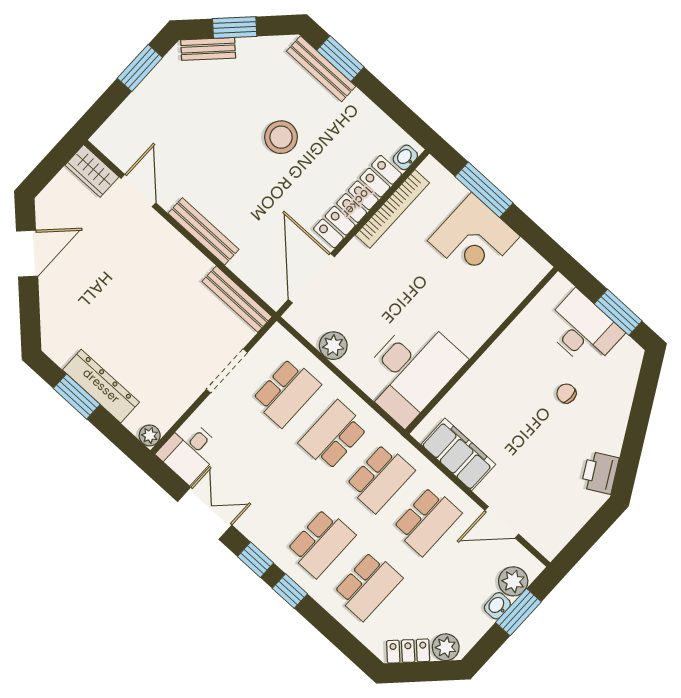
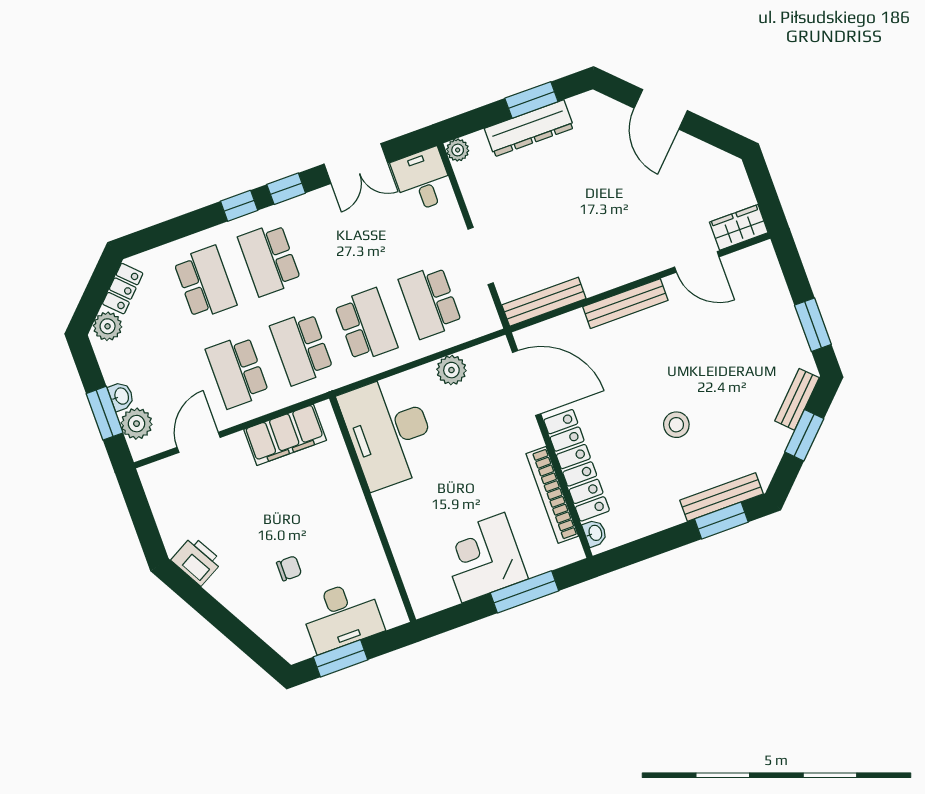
stool: (281, 137) -> (676, 425), width x0.73, depth x0.73
door: (27, 254) -> (661, 109), moved
school desk: (368, 586) -> (205, 283), turned 180

